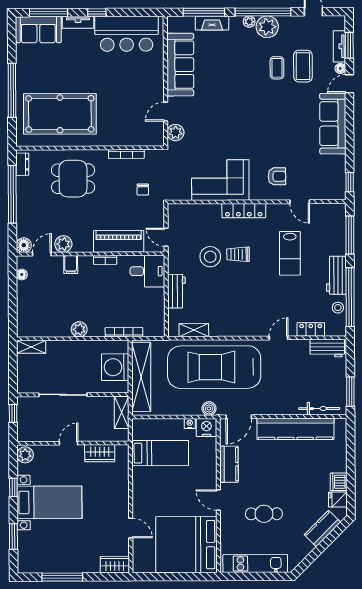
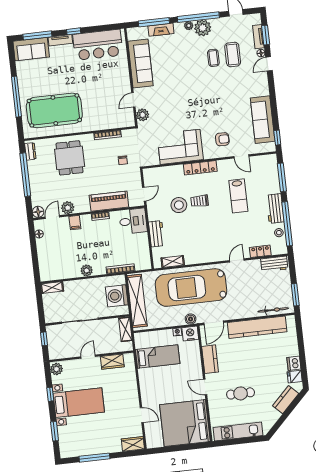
sofa: (333, 124) -> (263, 120), moved
dining table: (73, 179) -> (70, 158), turned 90
door: (166, 237) -> (144, 194), swing flipped

